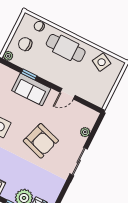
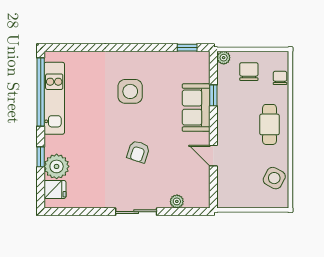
cafe table: (66, 48) -> (269, 124), width x0.73, depth x0.74
armchair: (41, 141) -> (138, 152), width x0.53, depth x0.53

